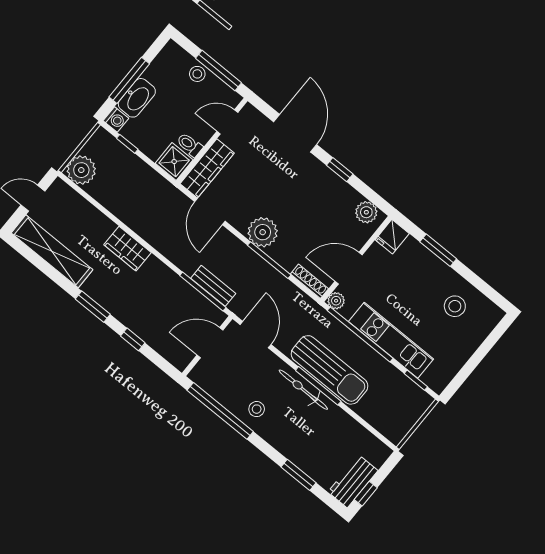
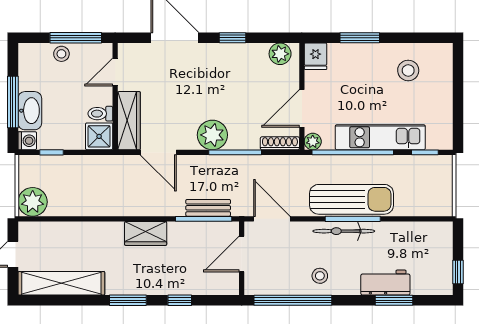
wardrobe: (127, 249) -> (146, 233), moved
workbench: (353, 481) -> (385, 282), moved, turned 90

